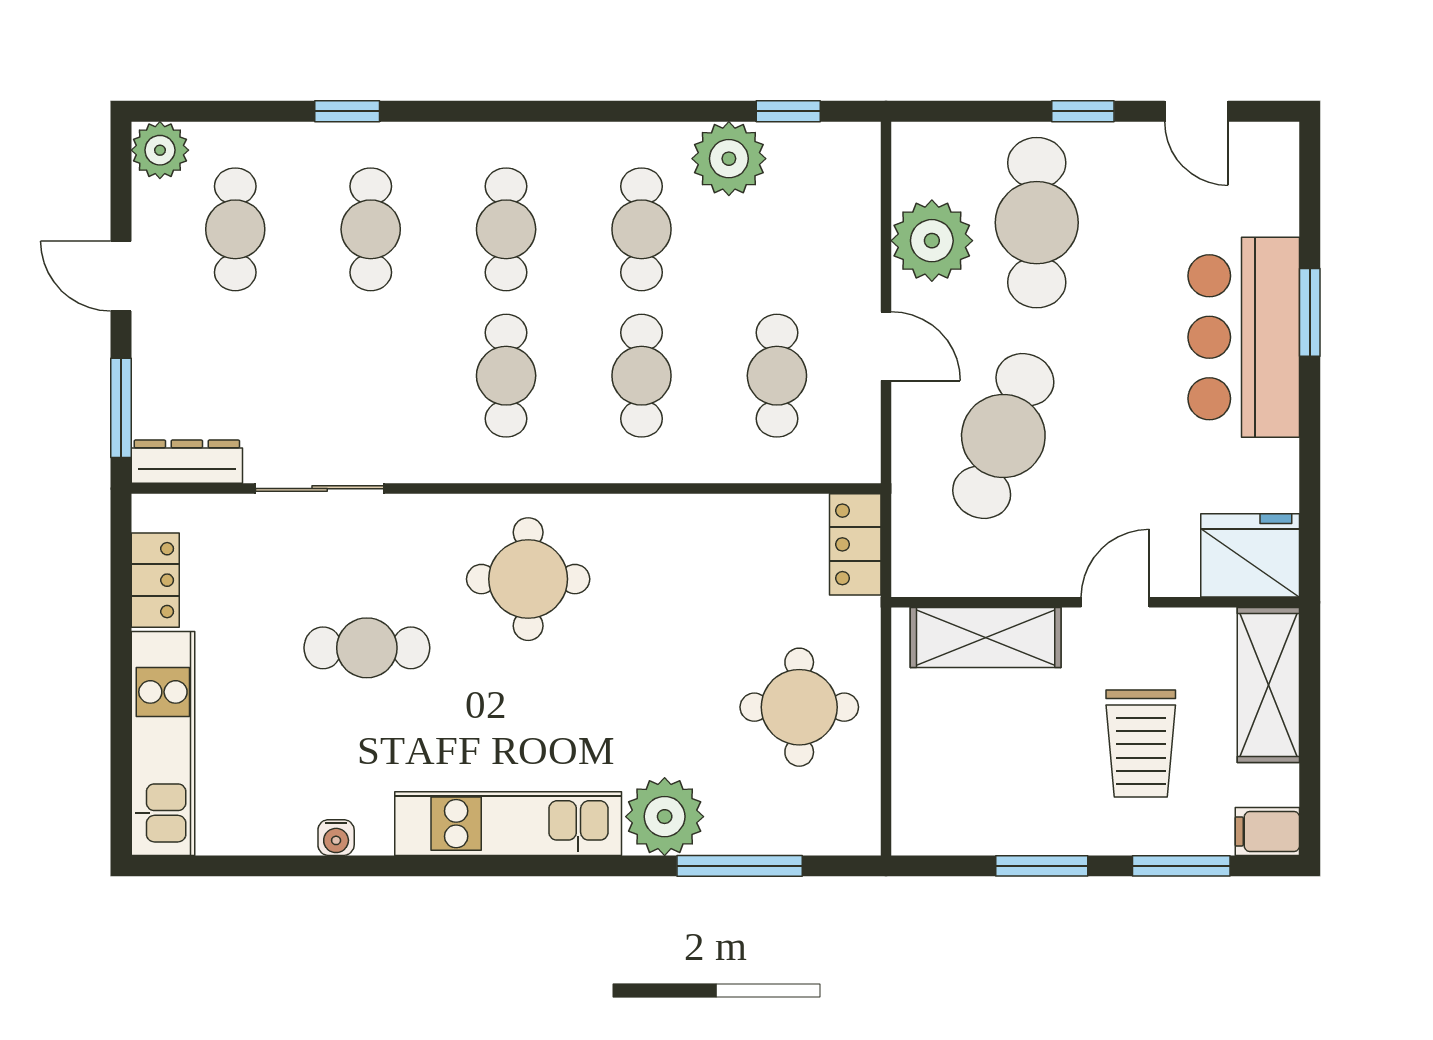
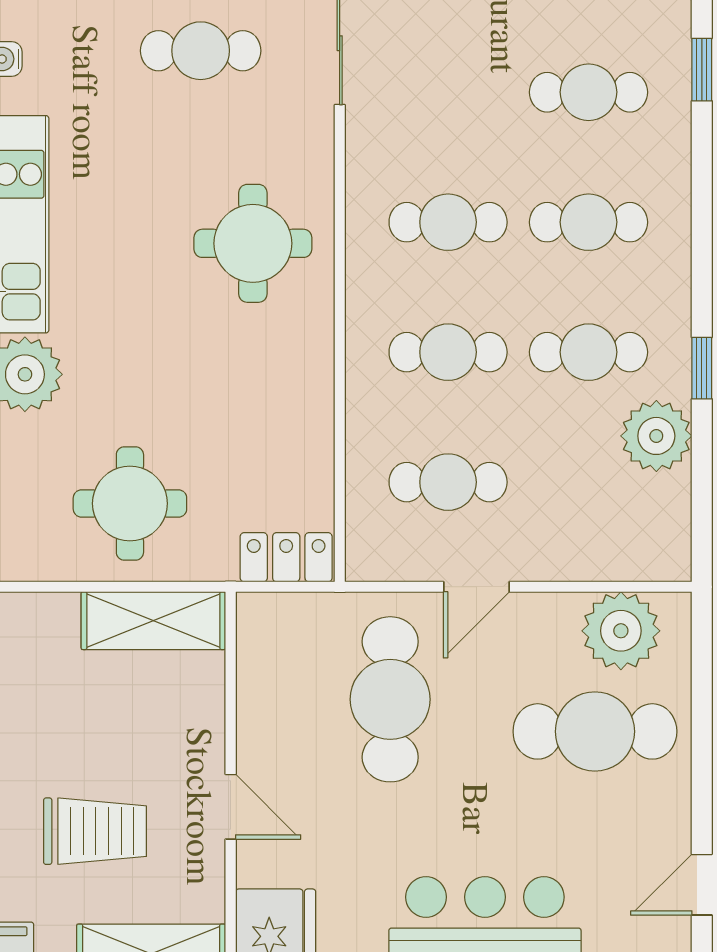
window: (788, 111) -> (702, 368), moved
window: (1083, 111) -> (702, 776), removed
plant: (932, 241) -> (621, 631), moved
cafe table: (1003, 436) -> (390, 699), turned 69
shelving: (986, 638) -> (153, 621), moved, turned 90
cafe table: (367, 648) -> (201, 51), moved, turned 90
trolley: (1141, 744) -> (95, 831), turned 180

